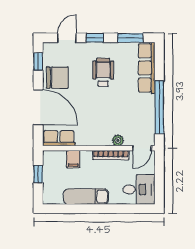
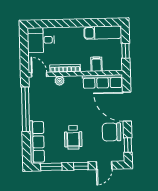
row of seats: (59, 138) -> (103, 81), width x1.48
door: (142, 148) -> (39, 75), hinge flipped
exam couch: (86, 197) -> (103, 33), moved

